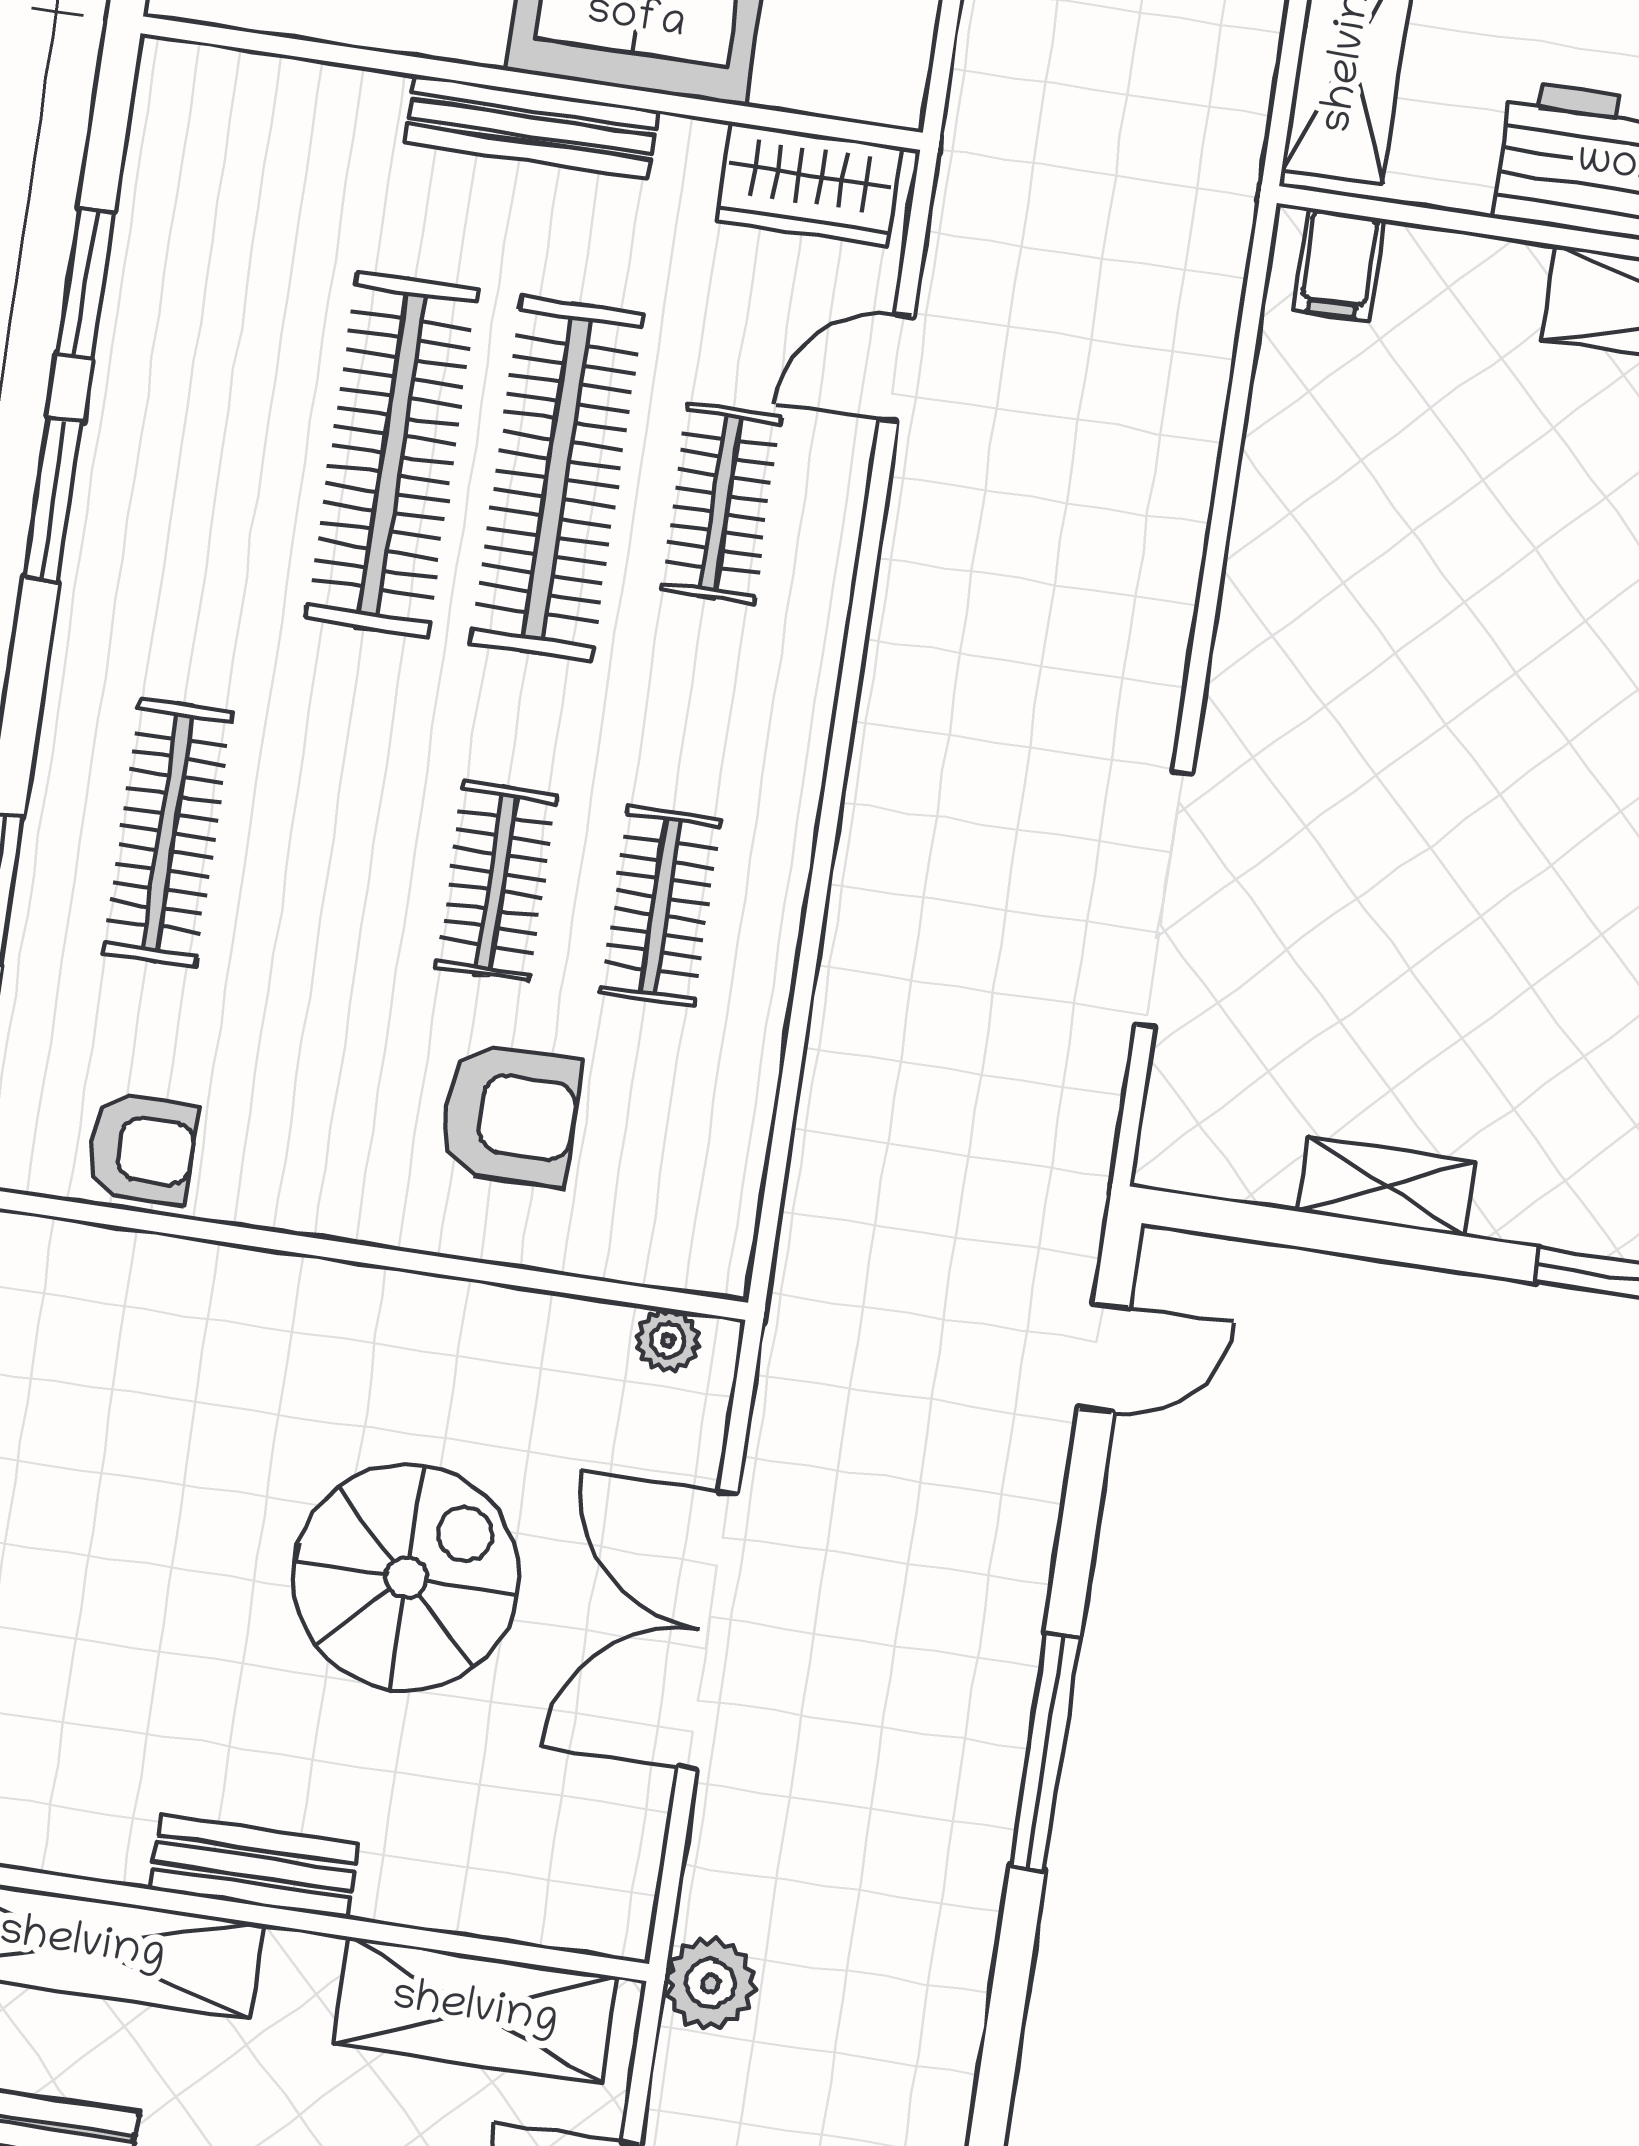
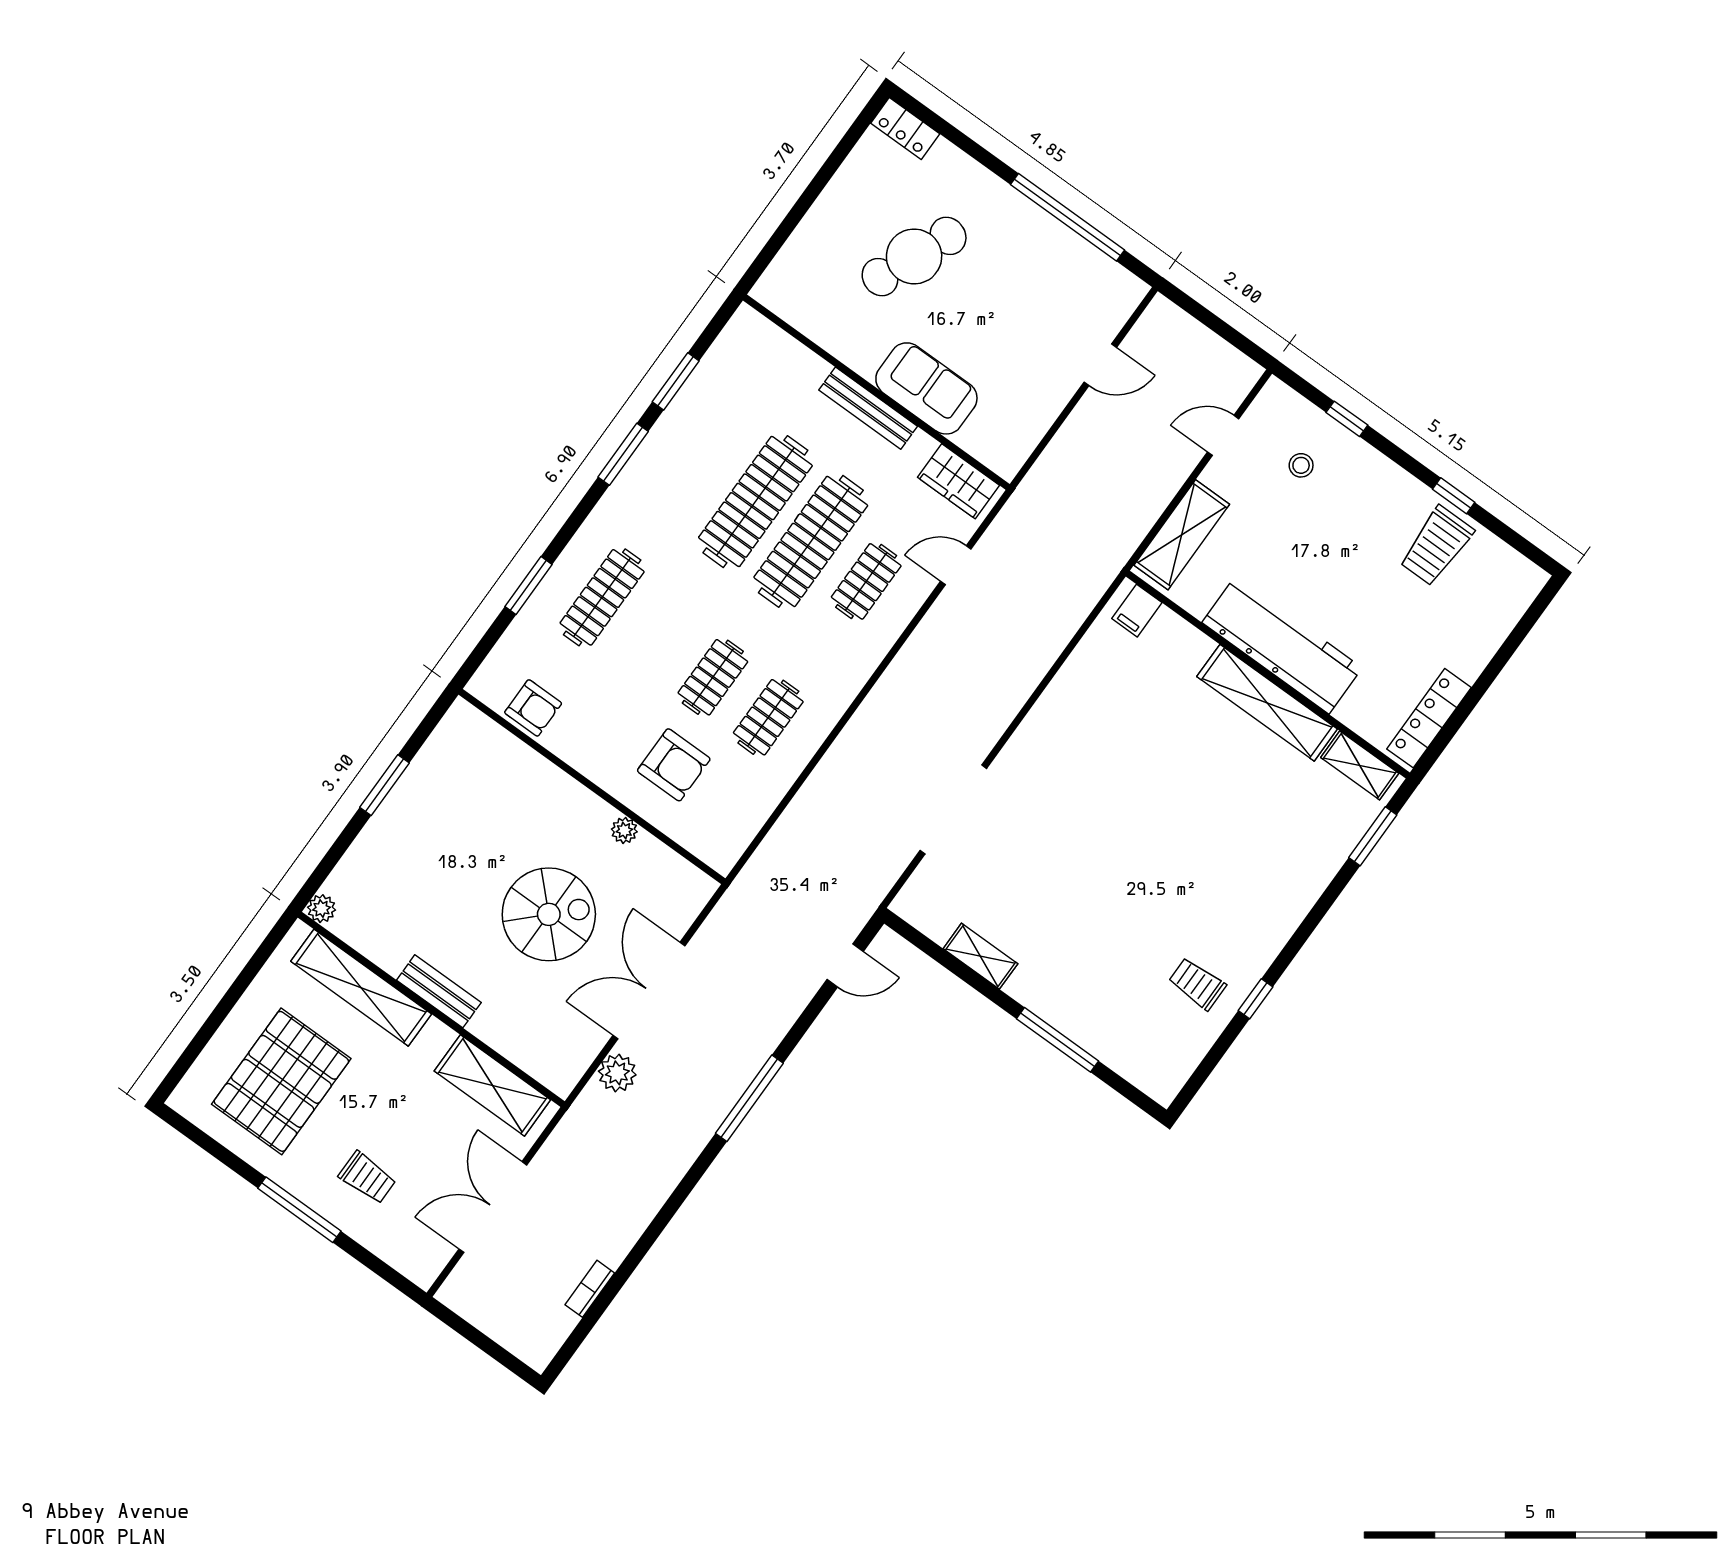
plant: (668, 1341) -> (624, 830), moved
plant: (710, 1983) -> (617, 1073), moved

